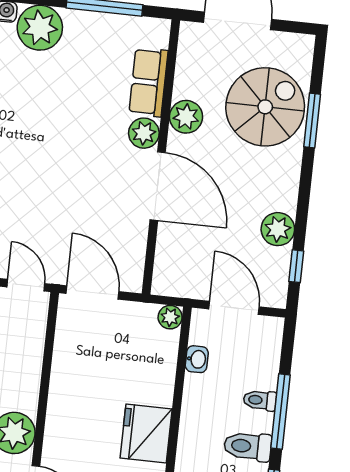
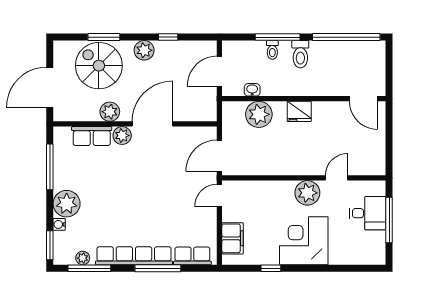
plant: (278, 229) -> (144, 50), moved
window: (296, 266) -> (168, 37), moved
plant: (170, 317) -> (259, 114), moved, width x1.87, depth x1.87
fridge: (146, 433) -> (299, 111), width x0.73, depth x0.75

